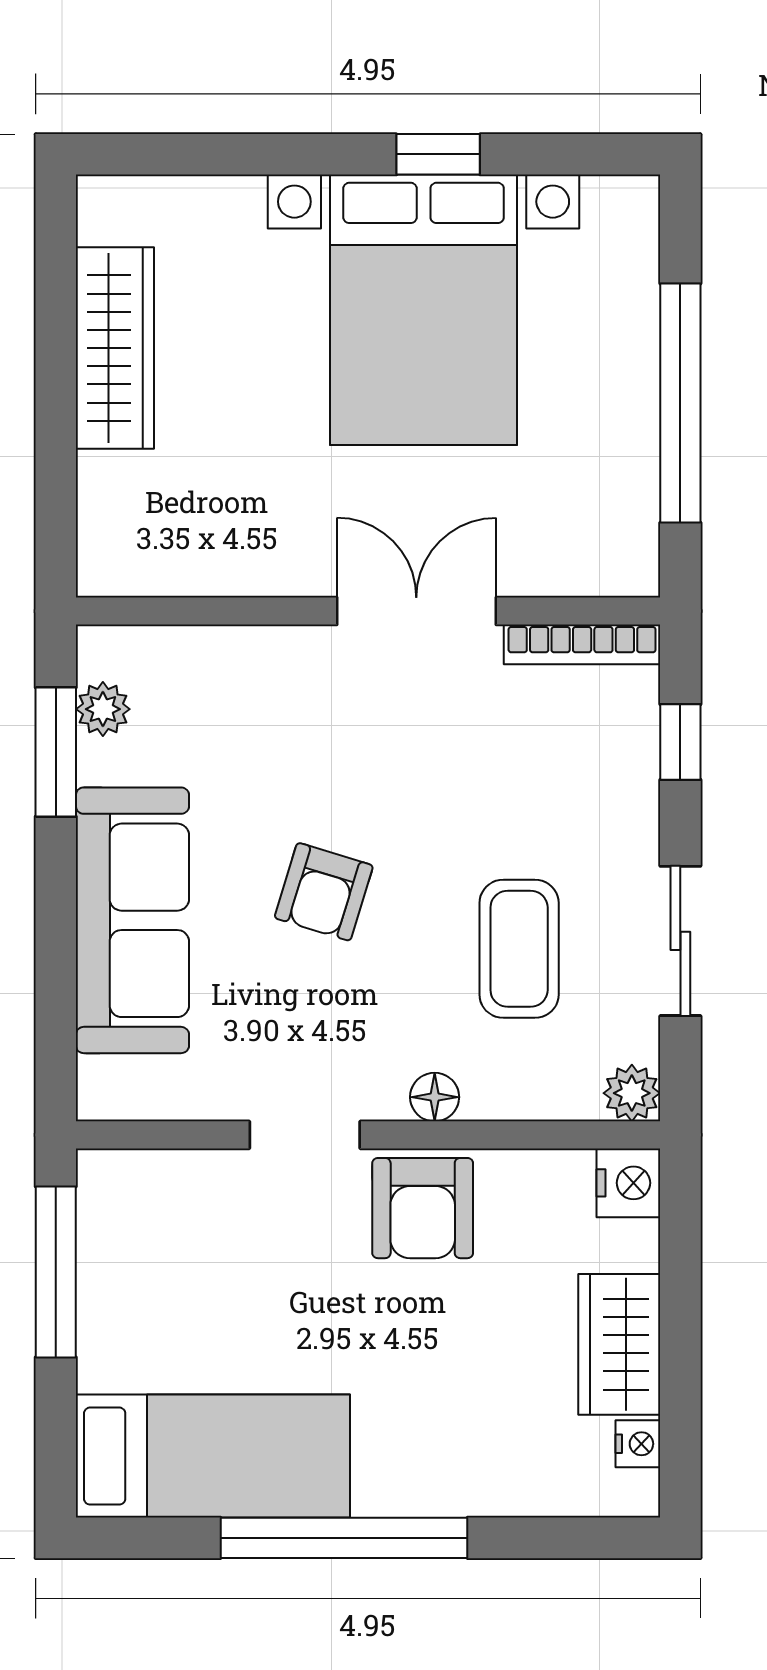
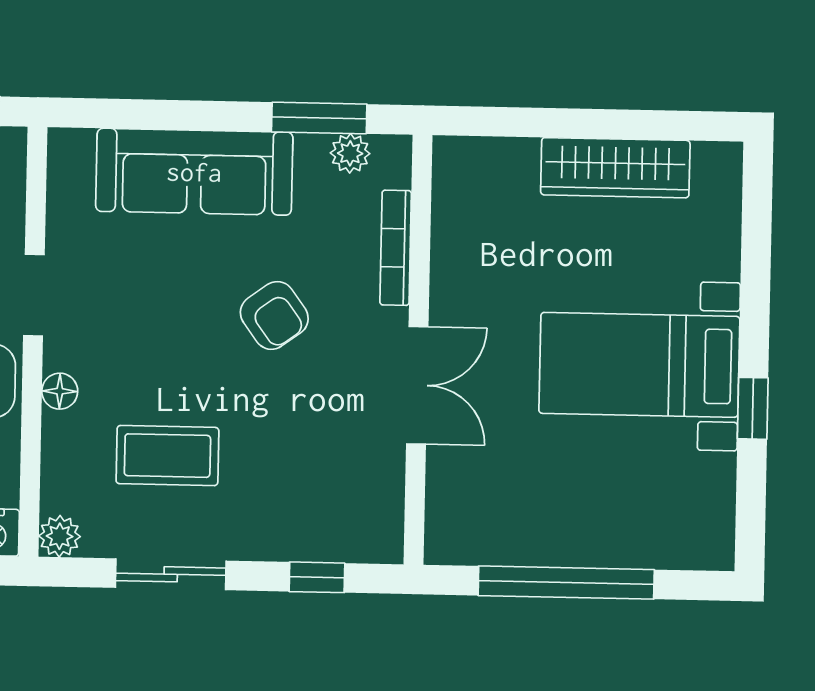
bed with nightstands: (424, 310) -> (639, 365), width x0.73
bookcase: (582, 644) -> (396, 248), moved
armchair: (324, 892) -> (274, 315), moved, turned -143

